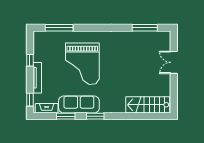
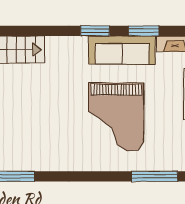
grand piano: (82, 64) -> (116, 117), turned 180

